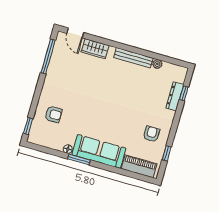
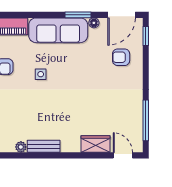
bench: (133, 58) -> (44, 146), width x0.73
side table: (124, 119) -> (41, 74), added
door: (43, 149) -> (122, 15), added

